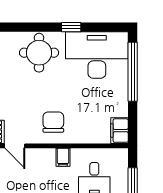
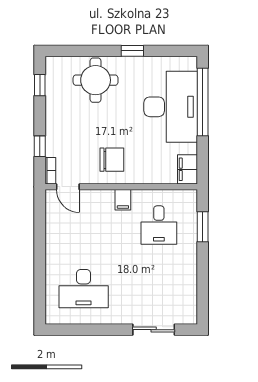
desk: (97, 55) -> (171, 107), moved, turned 90
chair: (53, 122) -> (112, 160), turned 90

